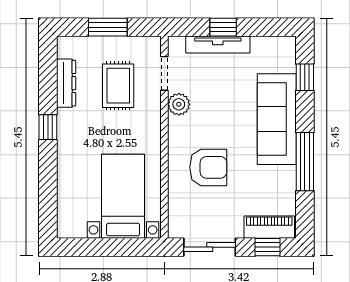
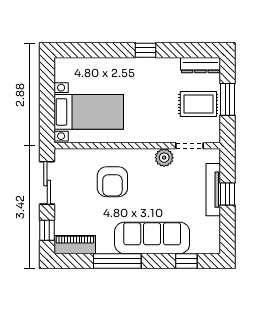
dresser: (66, 83) -> (200, 65), moved
rug: (118, 86) -> (198, 104), moved
piano: (269, 227) -> (75, 245), moved, turned -90

